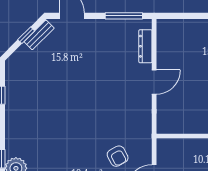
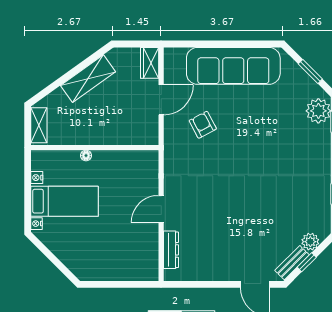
window: (124, 16) -> (196, 284), removed
plant: (23, 53) -> (310, 242), added

